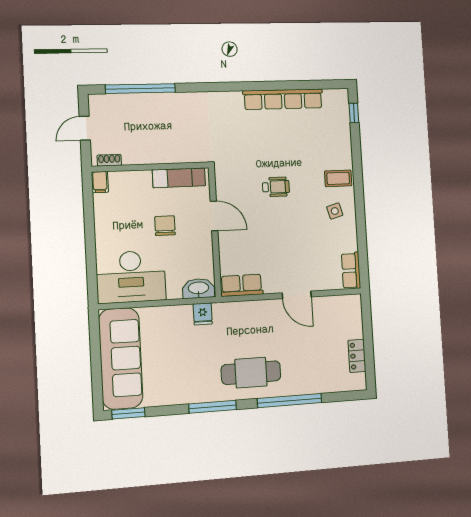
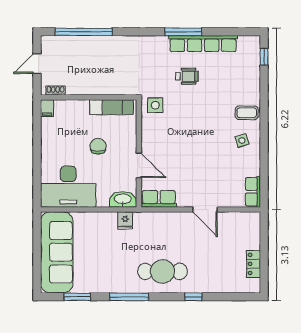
window: (259, 86) -> (183, 32), added
side table: (231, 174) -> (155, 105), added
wheelchair: (276, 187) -> (187, 76), moved
door: (214, 216) -> (139, 165), moved
window: (289, 401) -> (193, 297), width x0.32
window: (128, 413) -> (77, 297), moved

